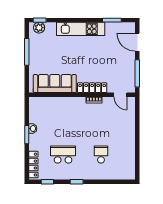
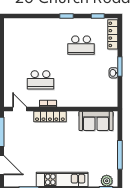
sofa: (55, 84) -> (96, 121), width x0.73
school desk: (101, 155) -> (40, 80), moved, width x1.85

